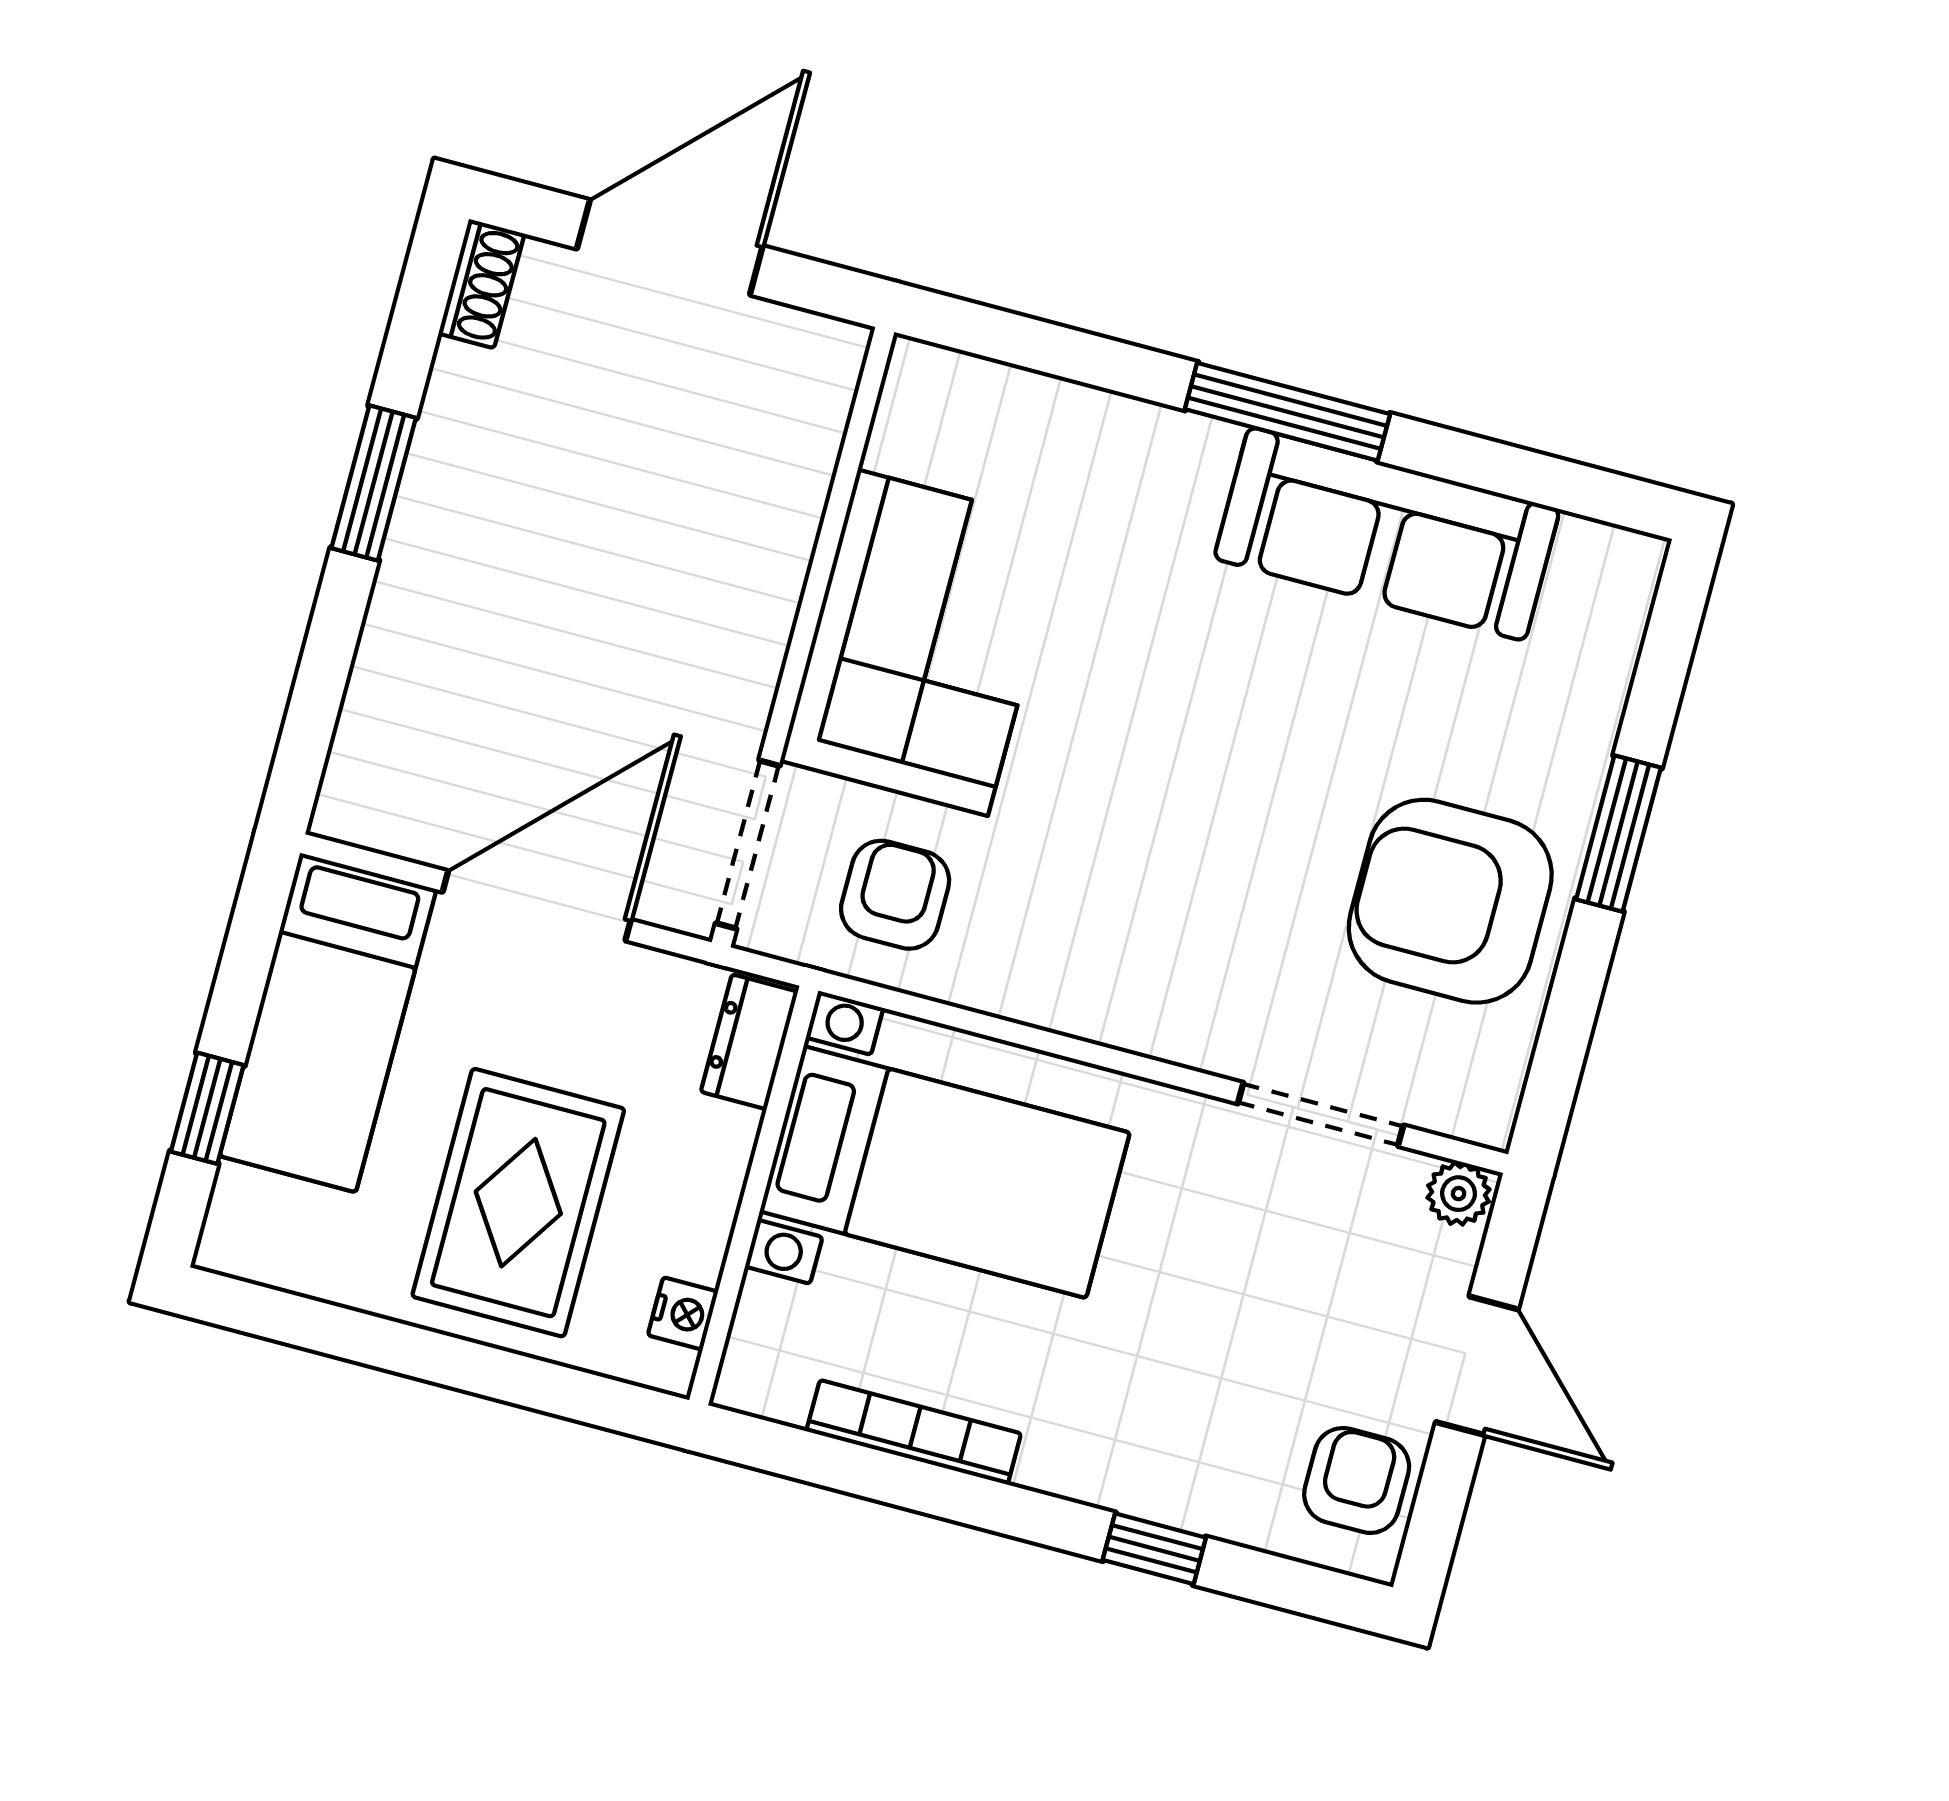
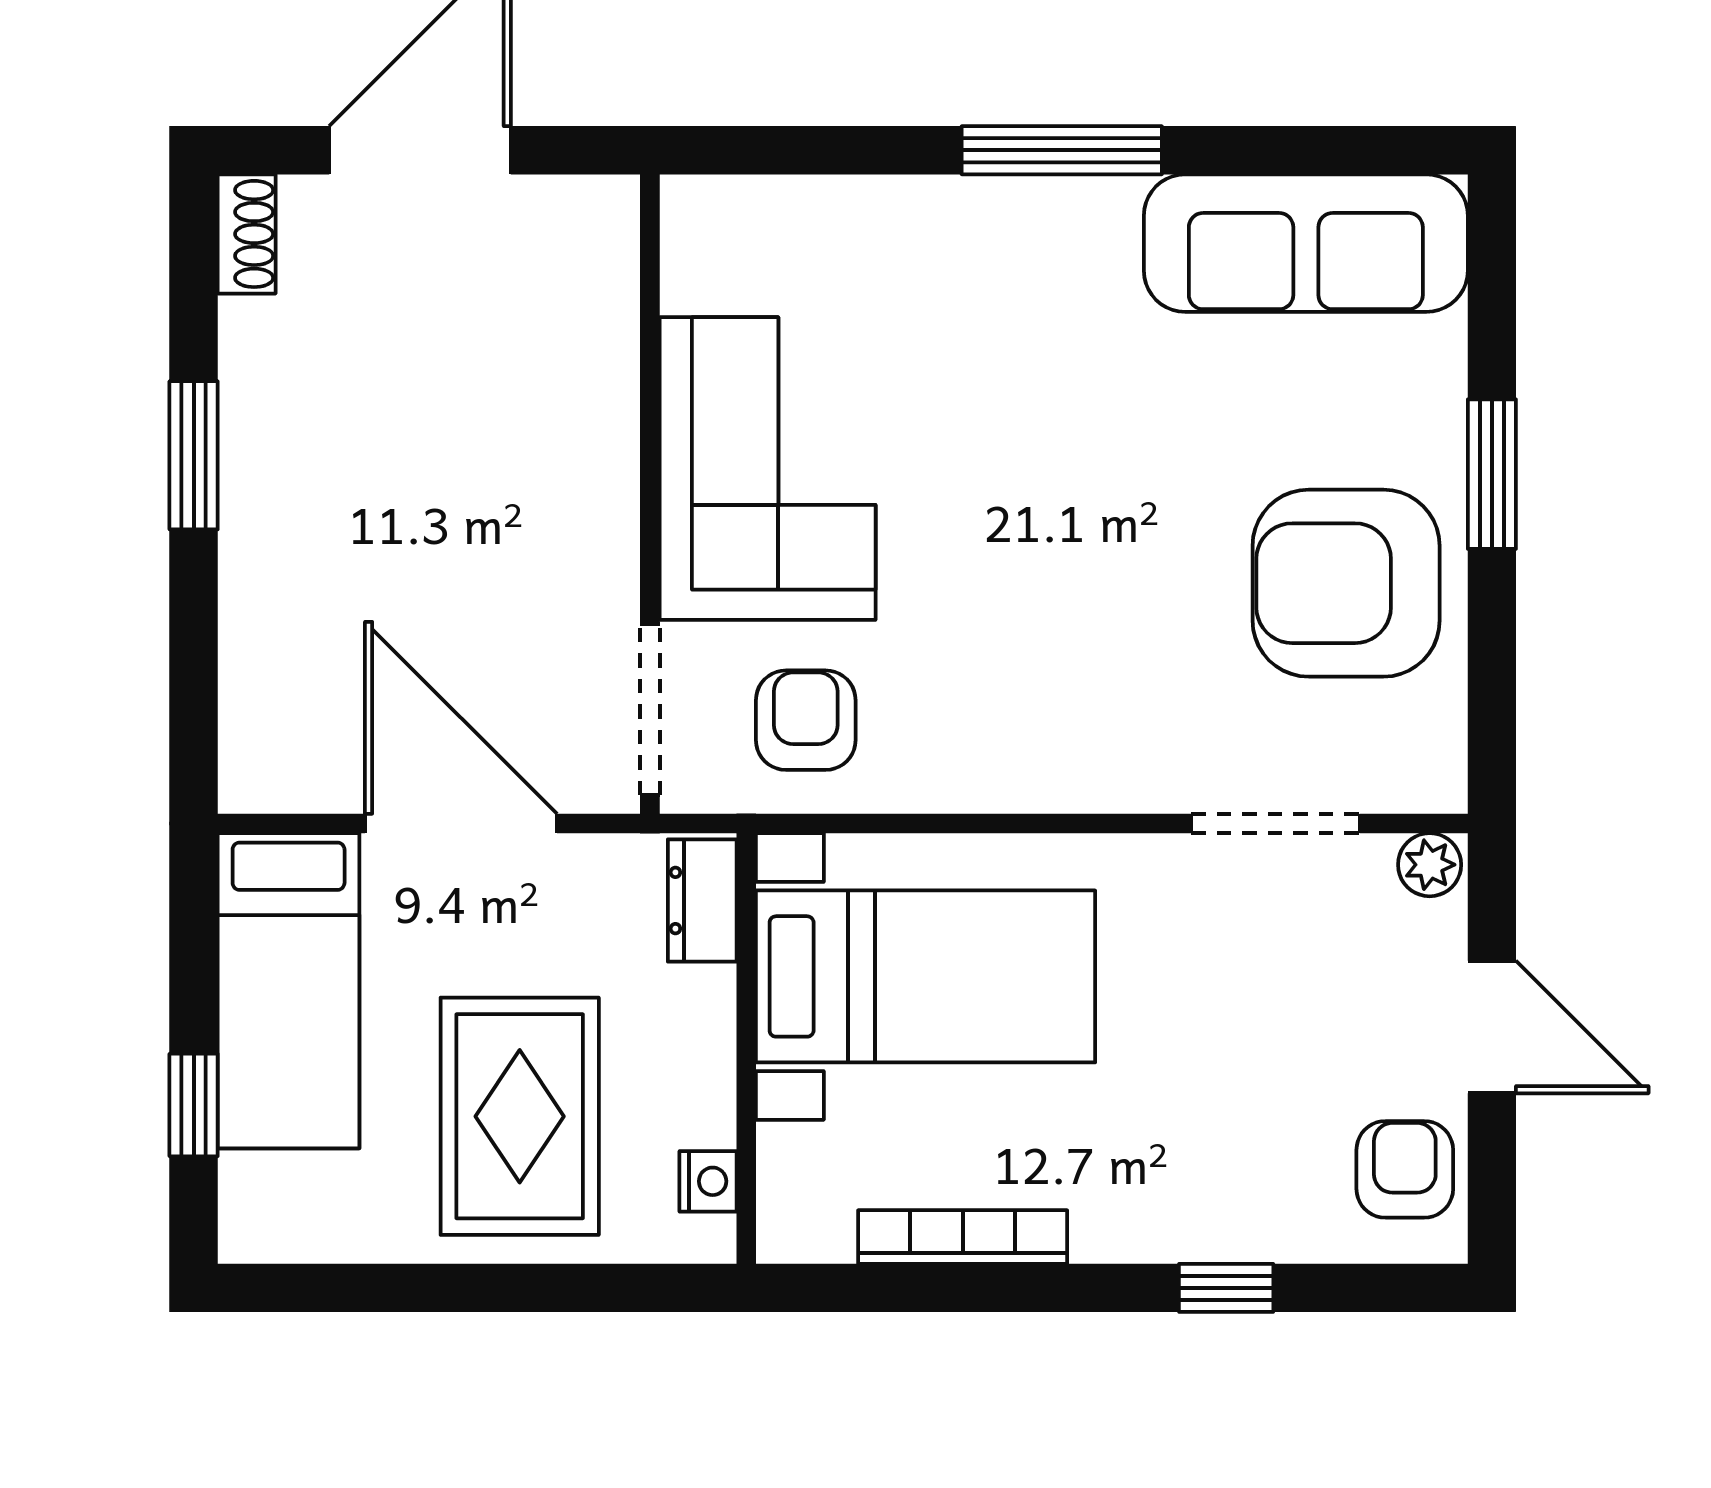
sofa: (1387, 534) -> (1306, 243), moved
door: (537, 906) -> (461, 824), hinge flipped

